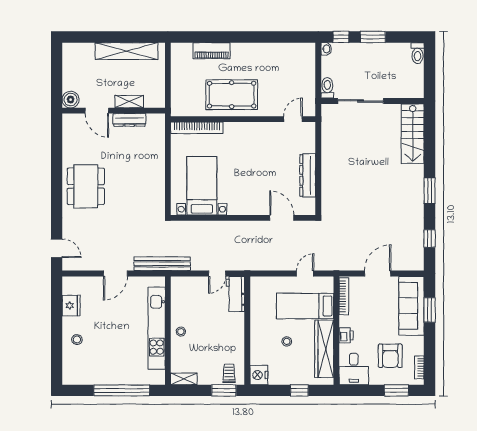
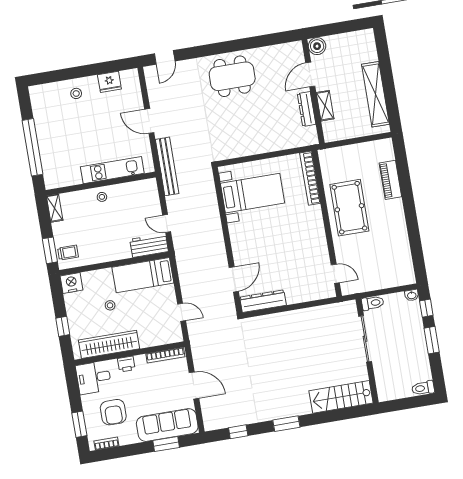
dresser: (308, 175) -> (263, 301), moved
bed: (305, 306) -> (143, 275), moved, turned -90
kitchen unit: (157, 328) -> (112, 170), width x0.73
armchair: (390, 356) -> (113, 412), turned -90

